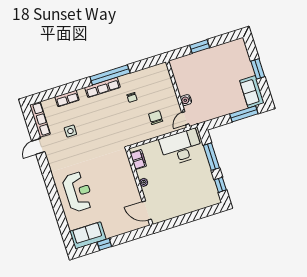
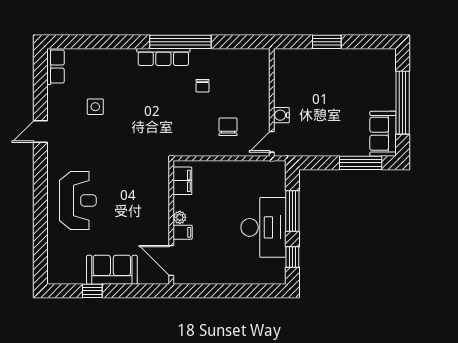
window: (258, 69) -> (403, 103), width x2.11
row of seats: (67, 98) -> (106, 57), removed
row of seats: (40, 120) -> (55, 67), width x0.68
door: (38, 146) -> (40, 131), moved
desk: (181, 147) -> (263, 227), moved, turned 90
filing cabinet: (148, 191) -> (183, 232), added
sofa: (88, 235) -> (112, 270), moved

